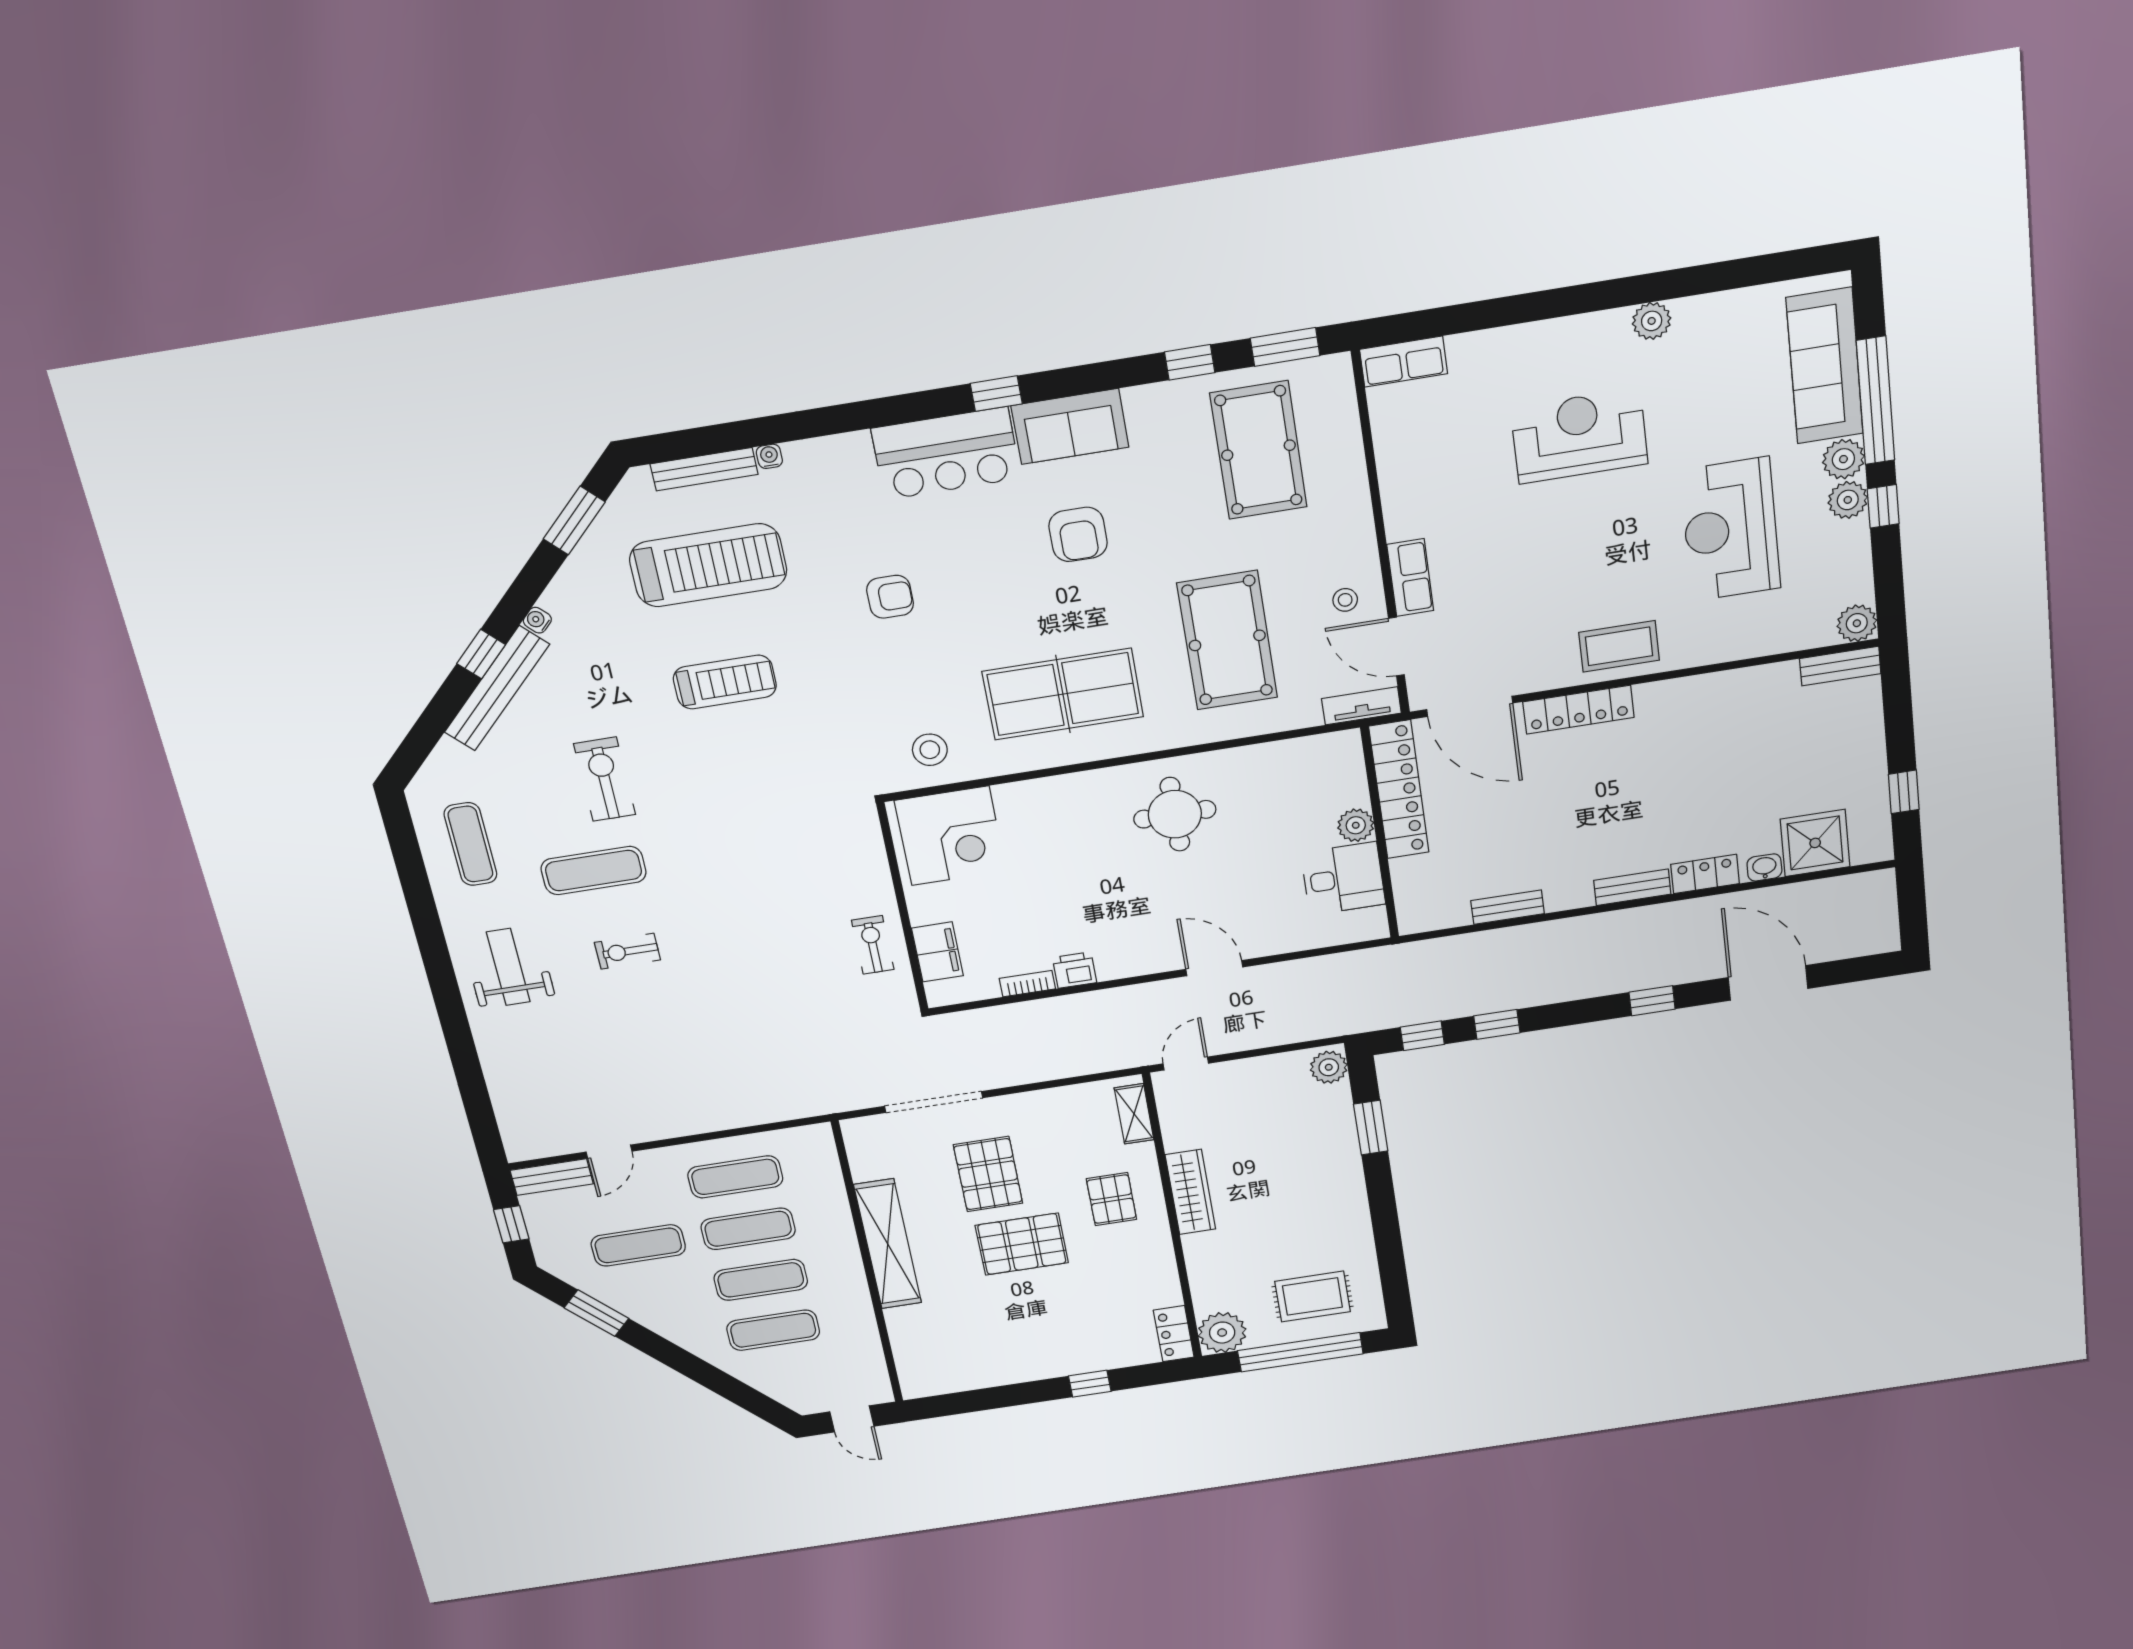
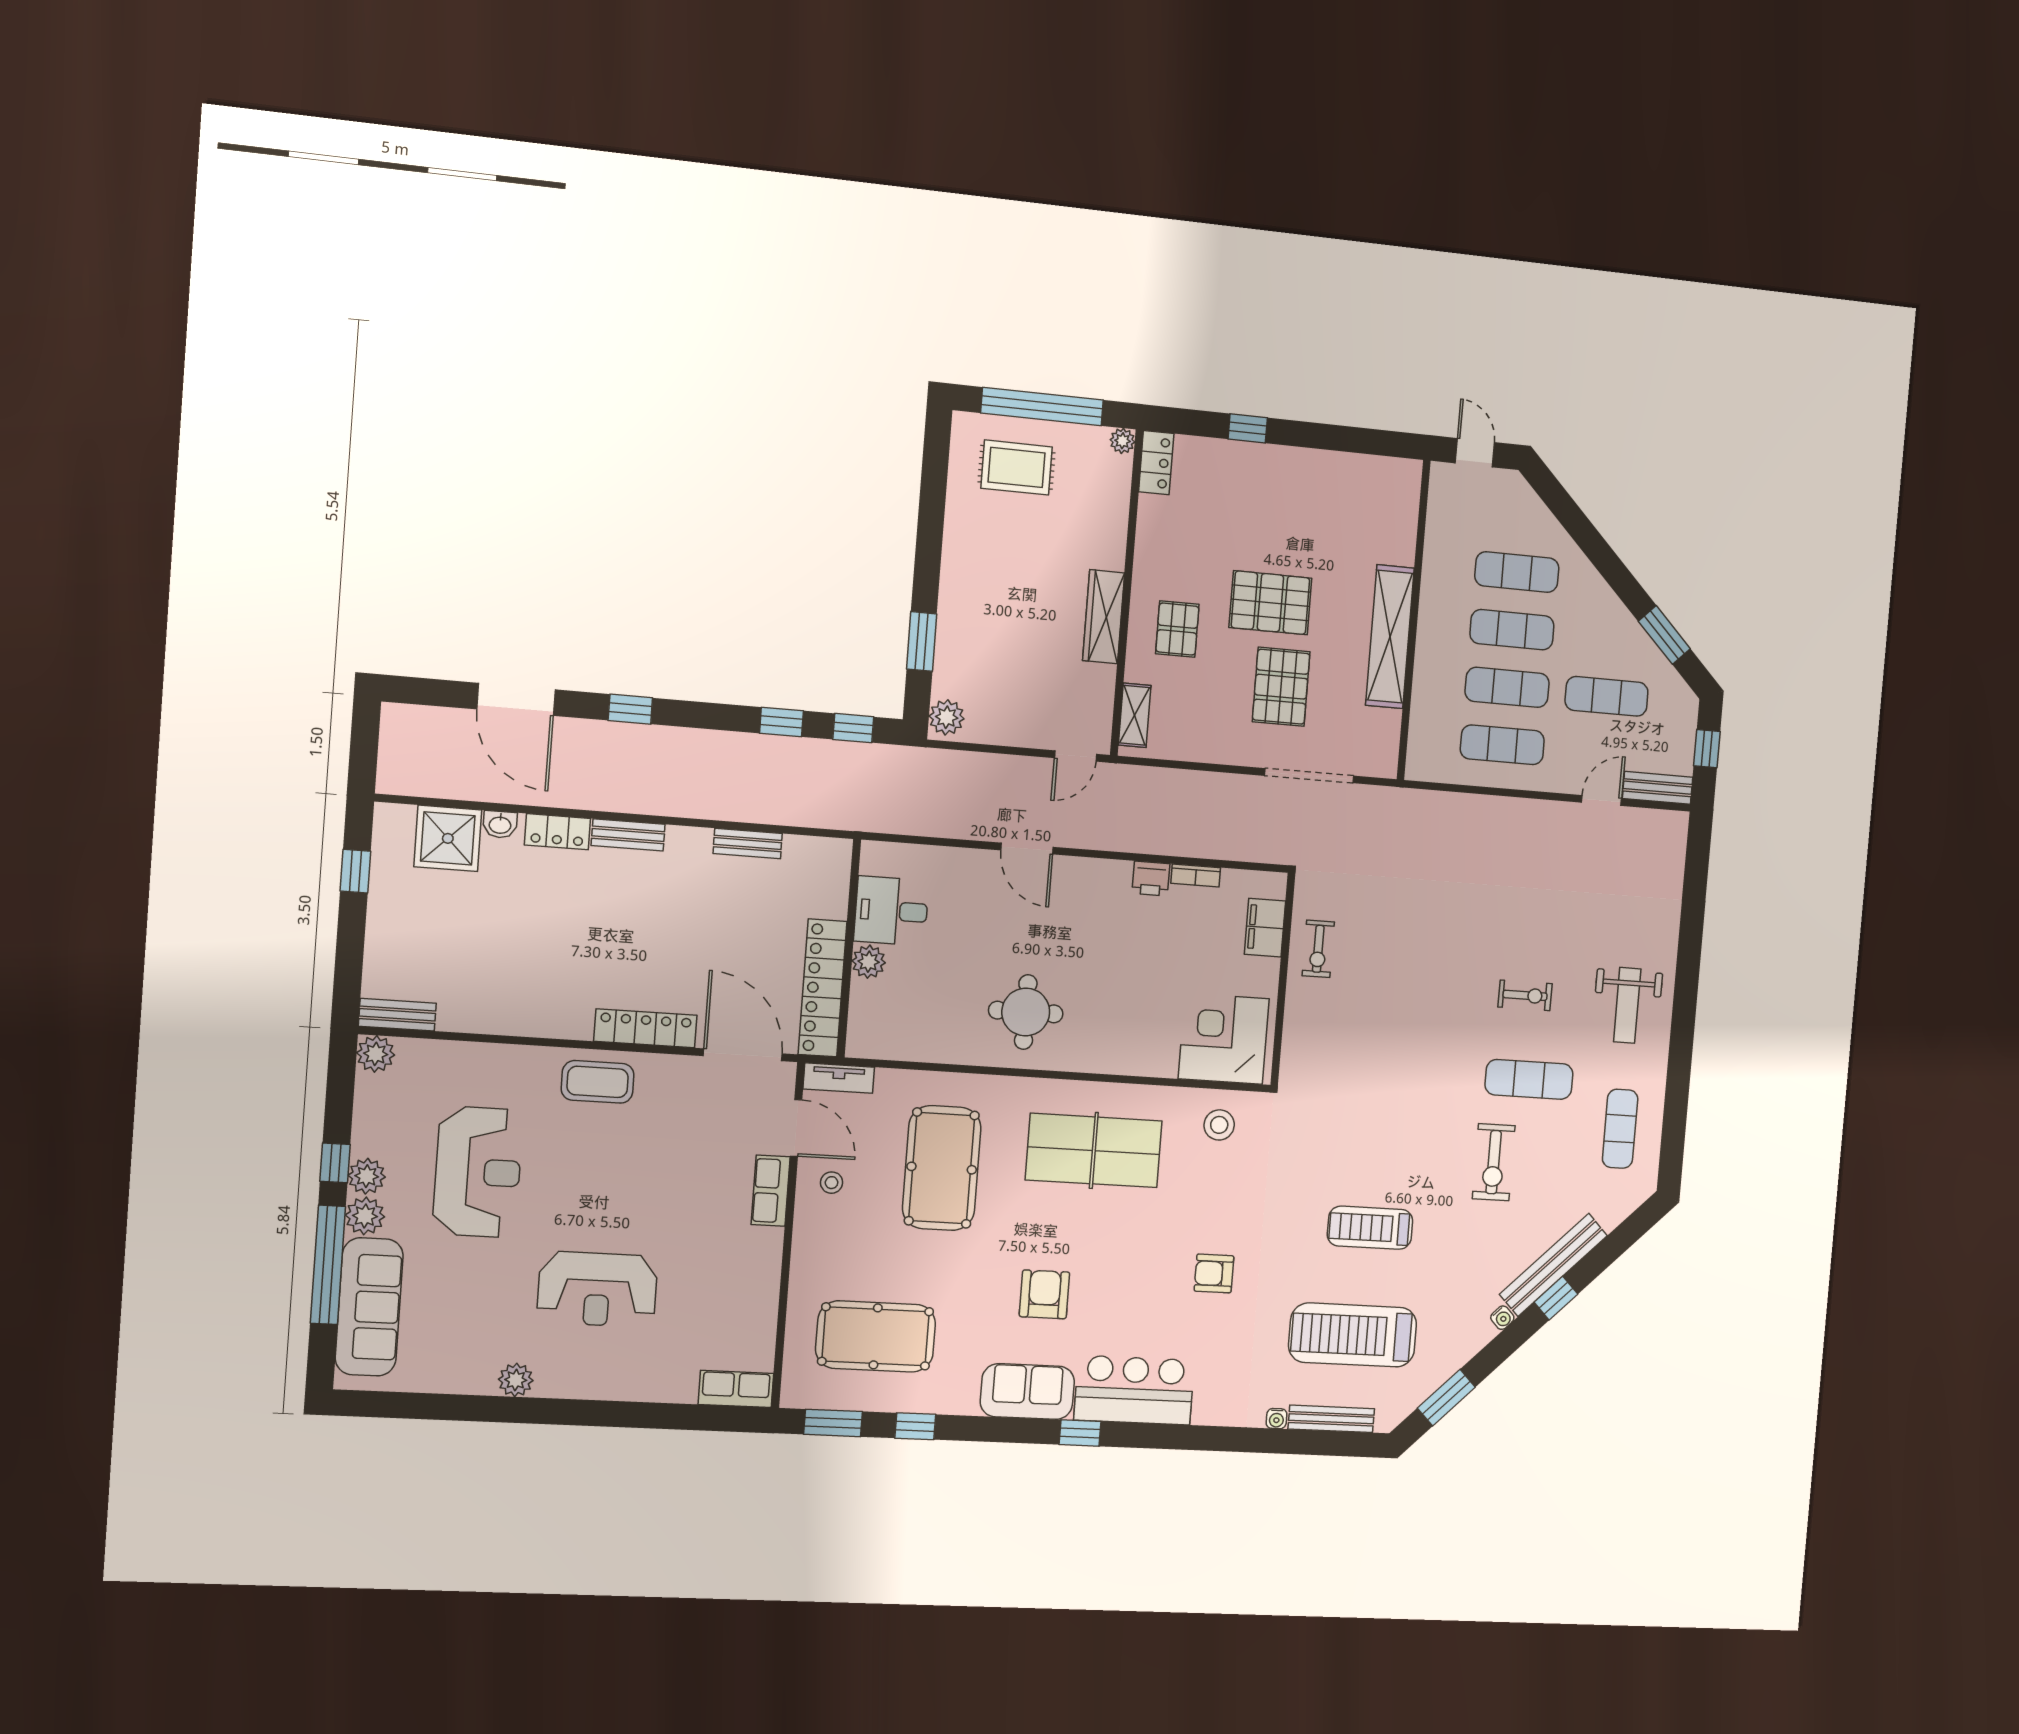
pool table: (1258, 450) -> (876, 1336), turned 90
plant: (1222, 1333) -> (1122, 441), width x0.53, depth x0.53

